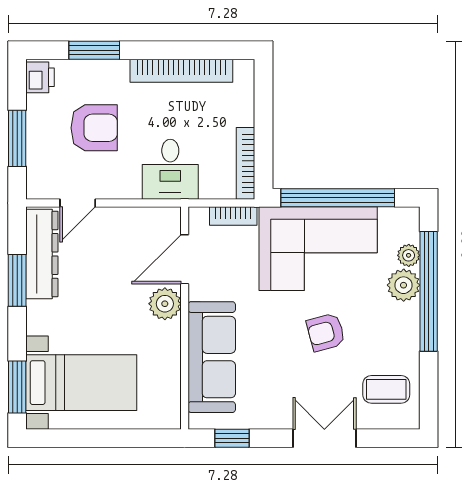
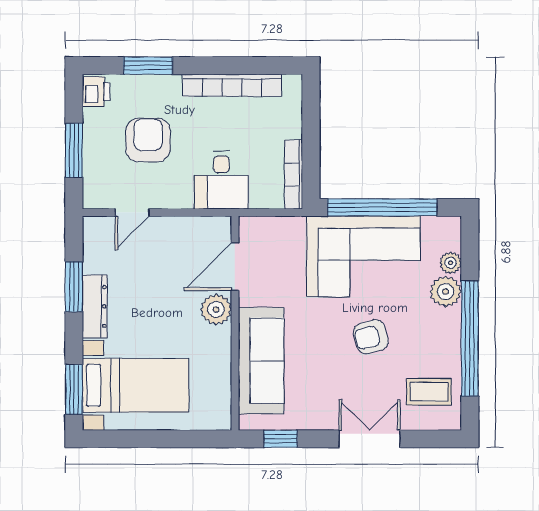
armchair: (94, 128) -> (148, 140), turned -90
bookcase: (233, 216) -> (282, 225), removed
dresser: (42, 254) -> (95, 306), moved, width x0.73, depth x0.80
window: (429, 291) -> (470, 339), moved

